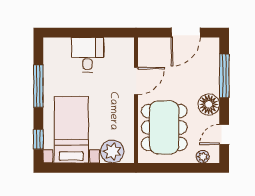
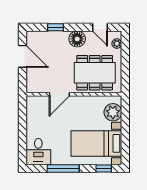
desk: (87, 55) -> (38, 152), moved, turned -90
window: (224, 76) -> (56, 27), width x0.46
door: (136, 81) -> (59, 94), swing flipped

